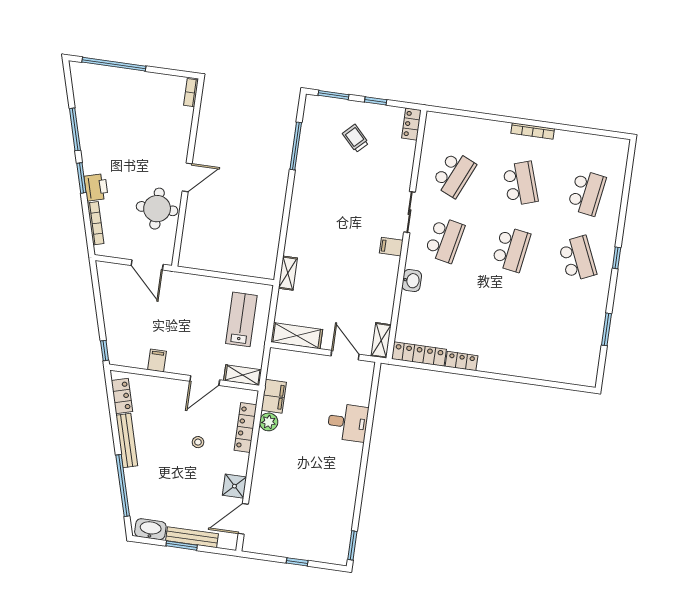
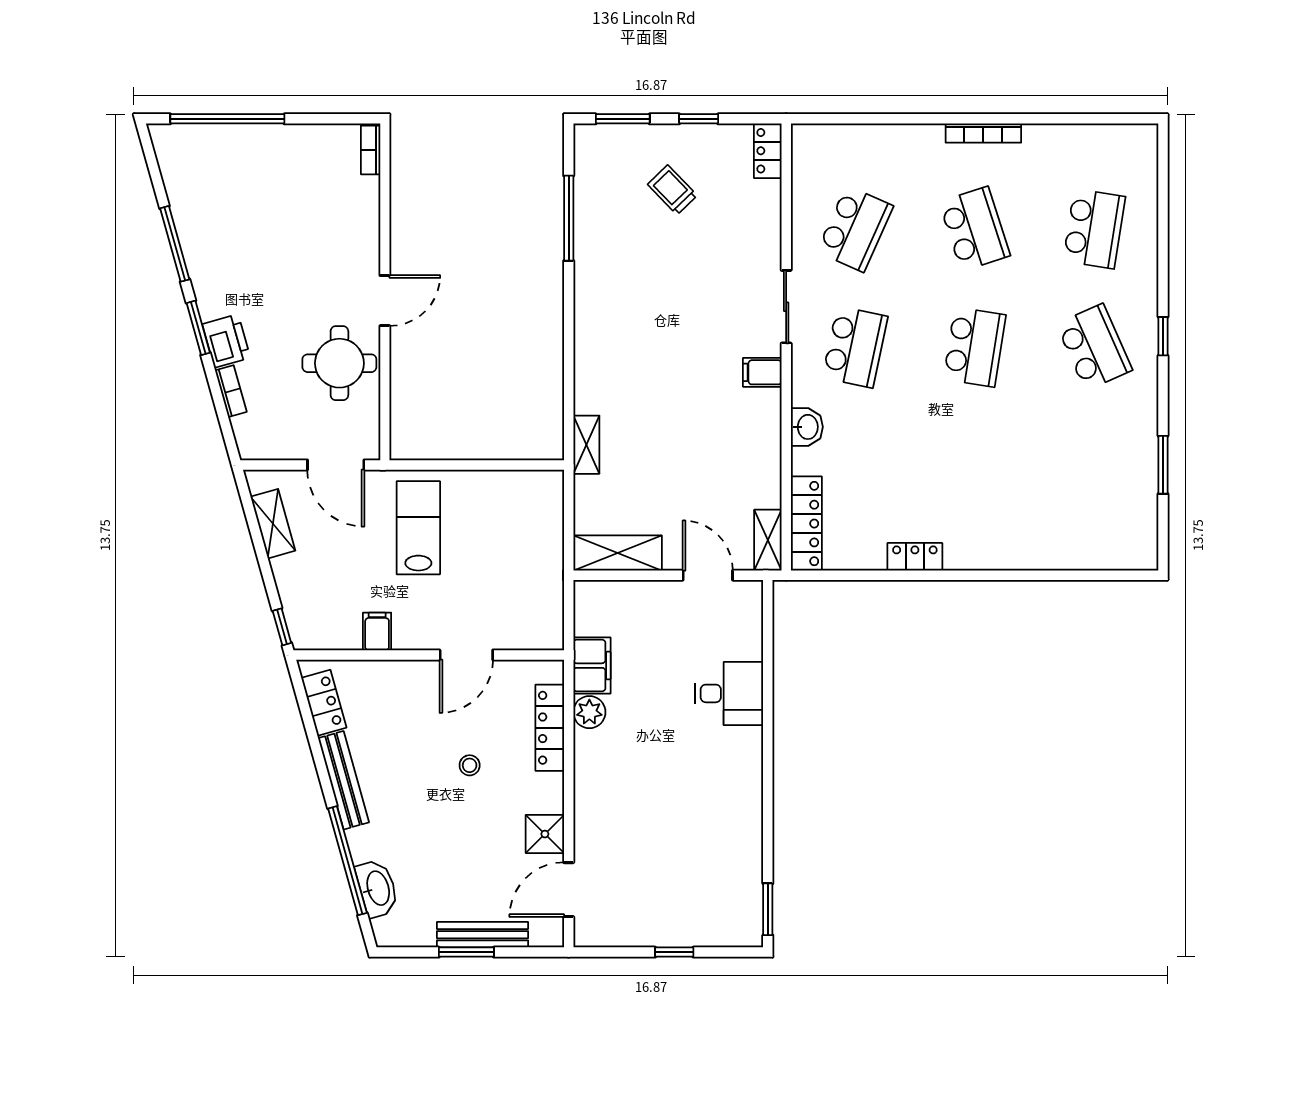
bookcase: (96, 223) -> (231, 391), width x0.64
lab bench: (241, 319) -> (418, 528), moved
locker: (419, 354) -> (806, 524), moved, turned 90
shelving: (243, 375) -> (273, 524), moved, turned 74
washbasin: (150, 529) -> (377, 888), moved, turned 74

